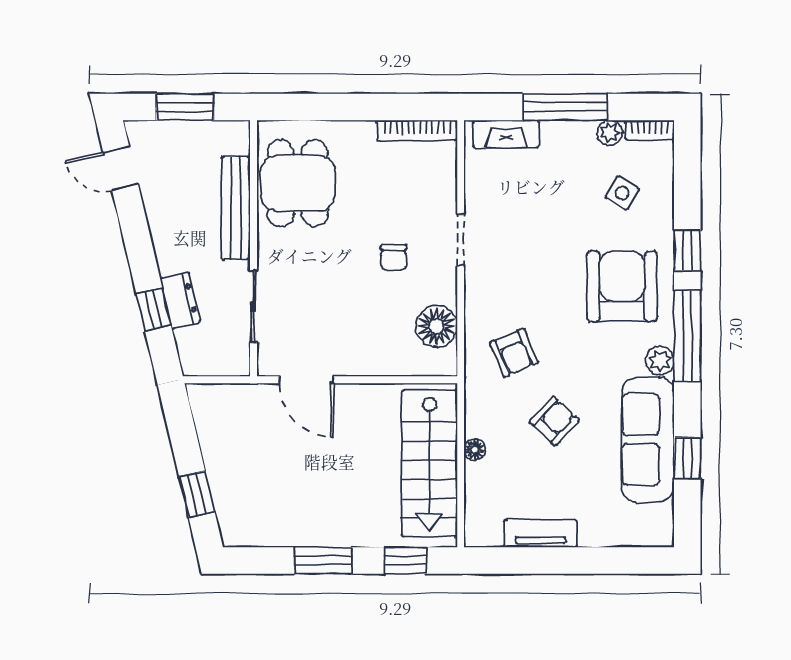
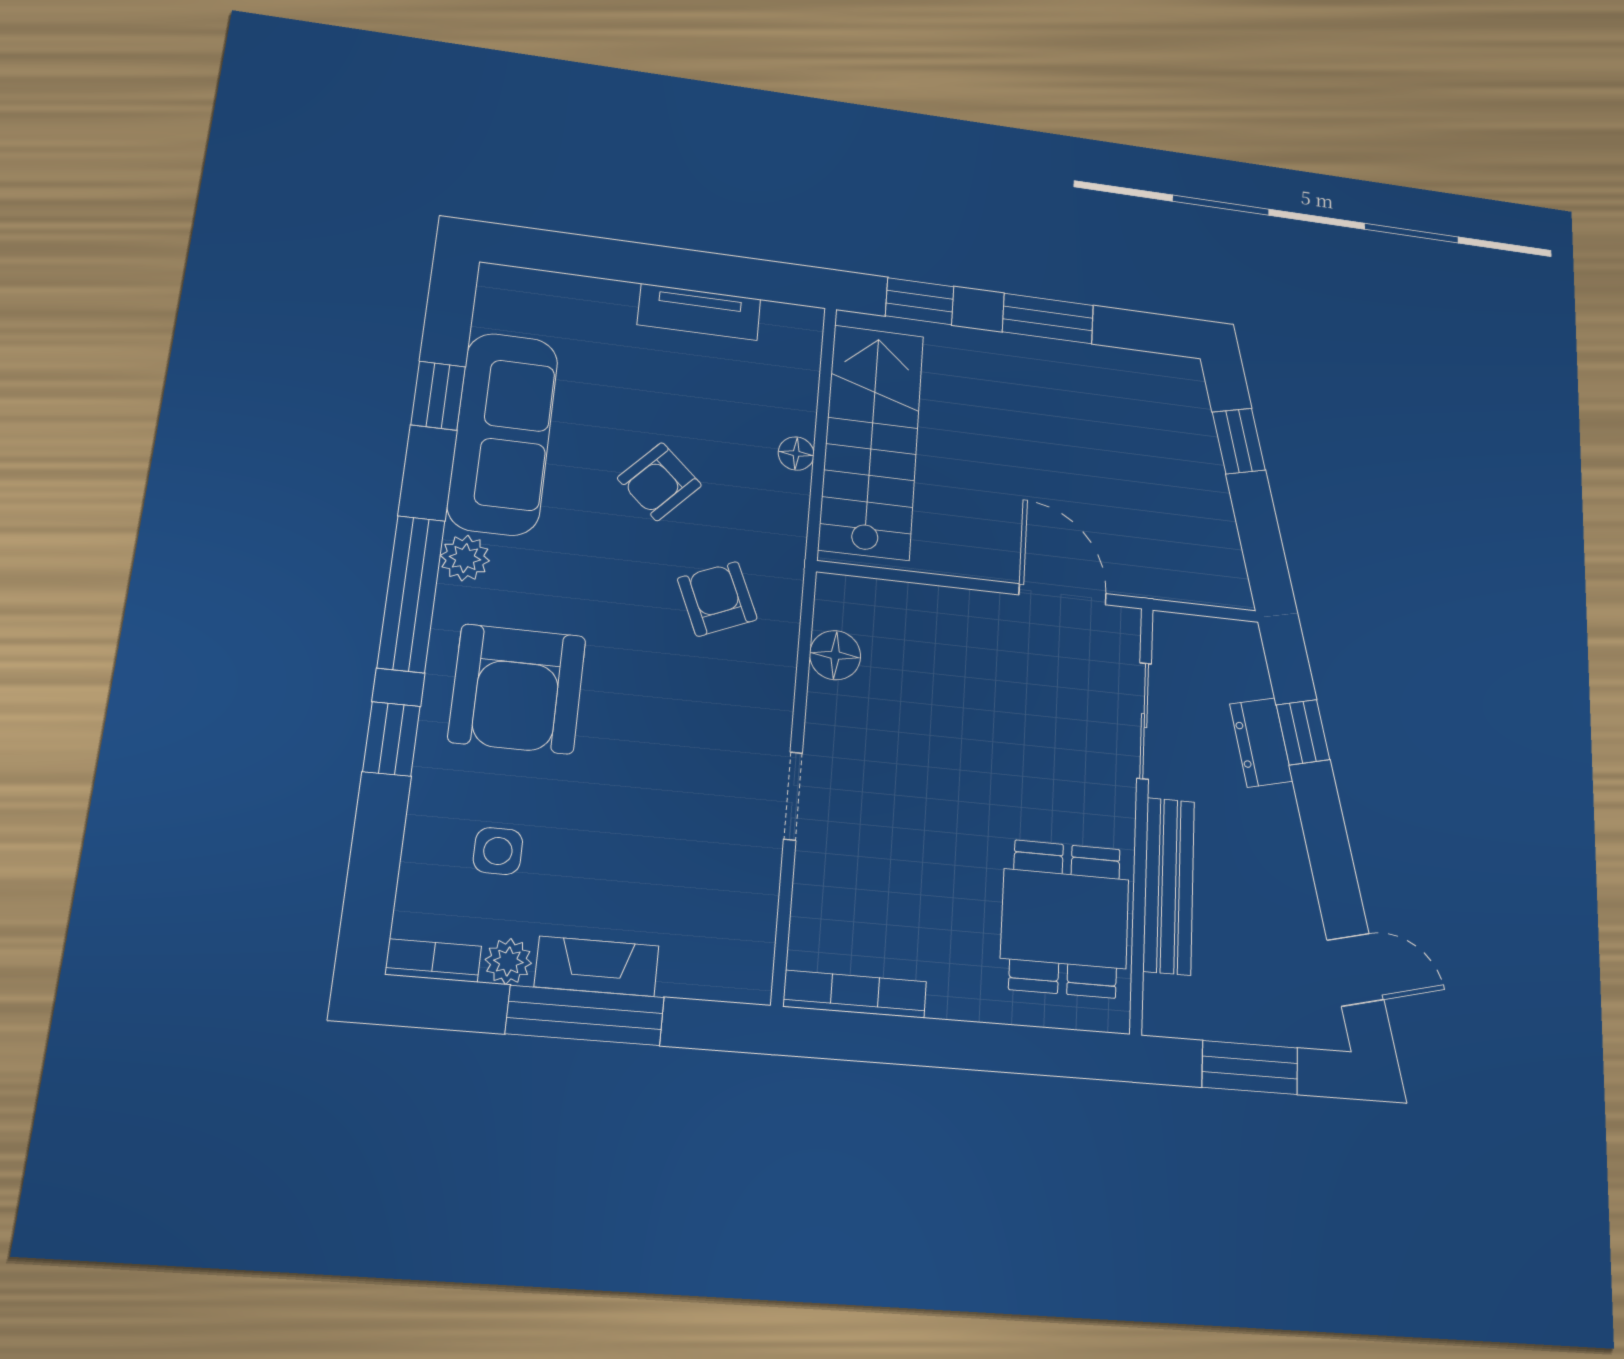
fireplace: (506, 134) -> (597, 966), moved
side table: (622, 193) -> (498, 851), turned -31
chair: (393, 258) -> (910, 777), removed
floor lamp: (437, 326) -> (835, 655), width x0.73, depth x0.73

